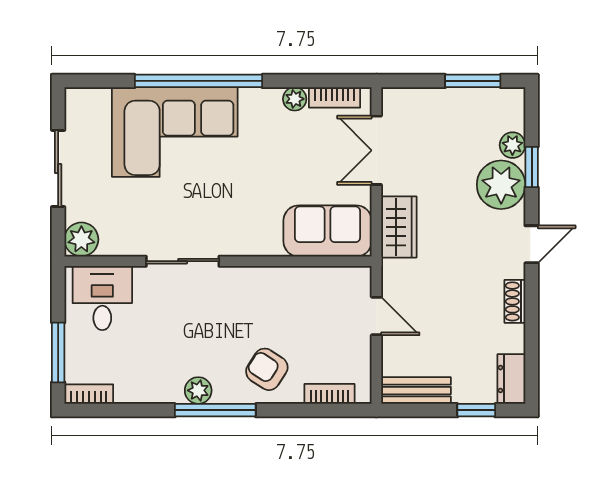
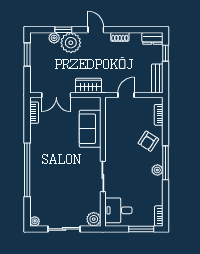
plant: (295, 99) -> (35, 221), moved
corner sofa: (175, 132) -> (49, 180), removed
sofa: (328, 231) -> (90, 129), moved

